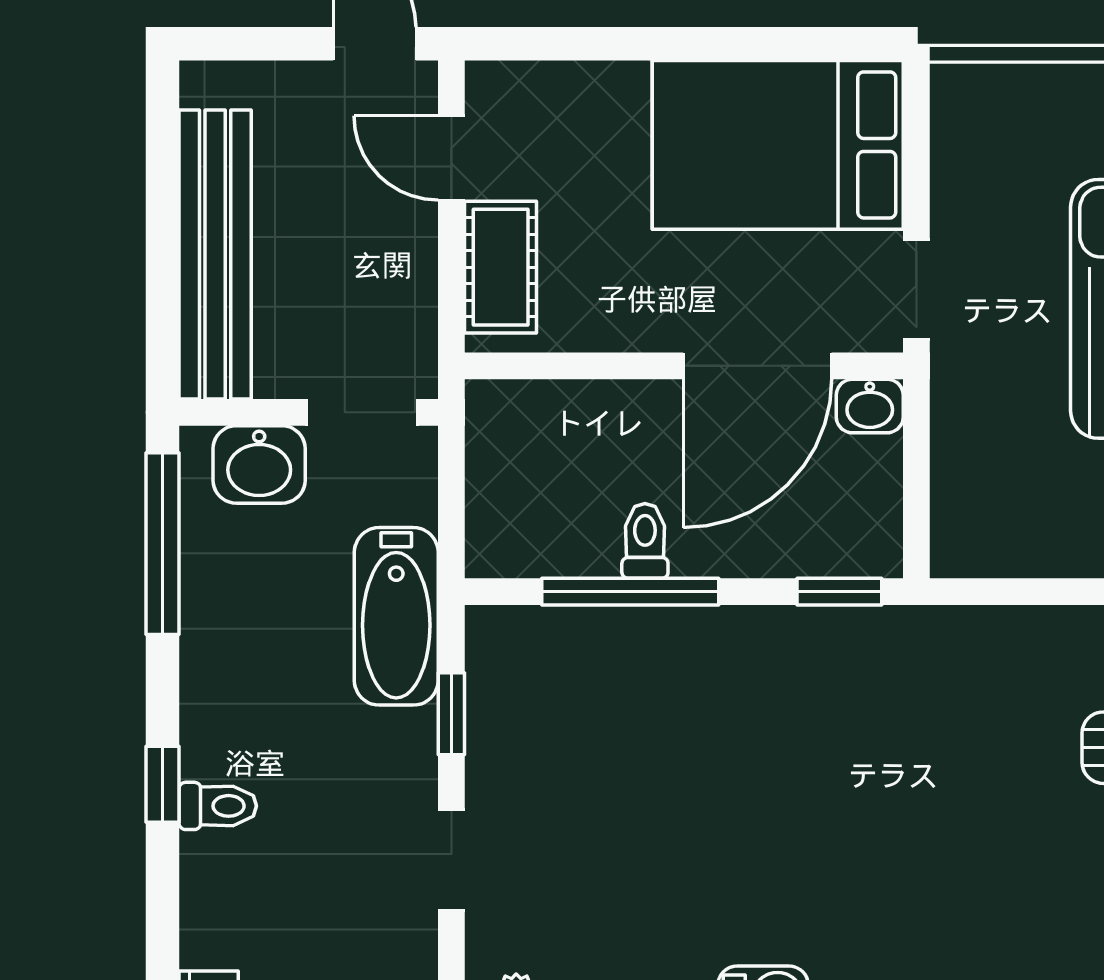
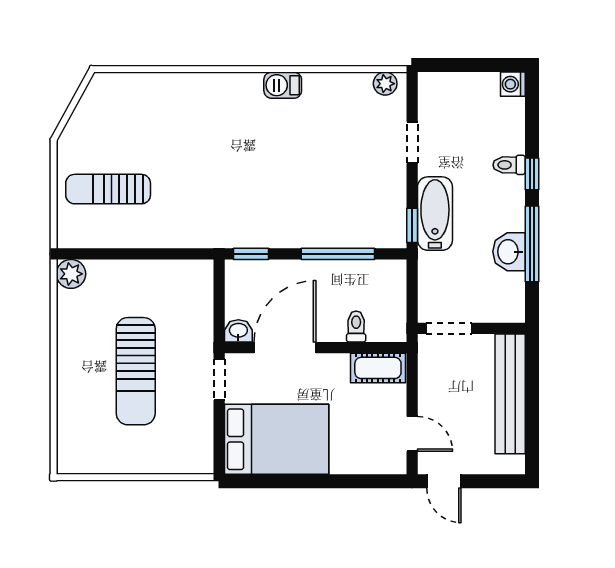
cot: (501, 267) -> (378, 368), moved, turned 90
washbasin: (259, 464) -> (509, 252), moved, turned -90
toilet: (645, 541) -> (356, 326), moved, turned 180
window: (163, 544) -> (532, 244), moved
bathtub: (396, 616) -> (435, 214), moved
window: (451, 714) -> (412, 225), moved

